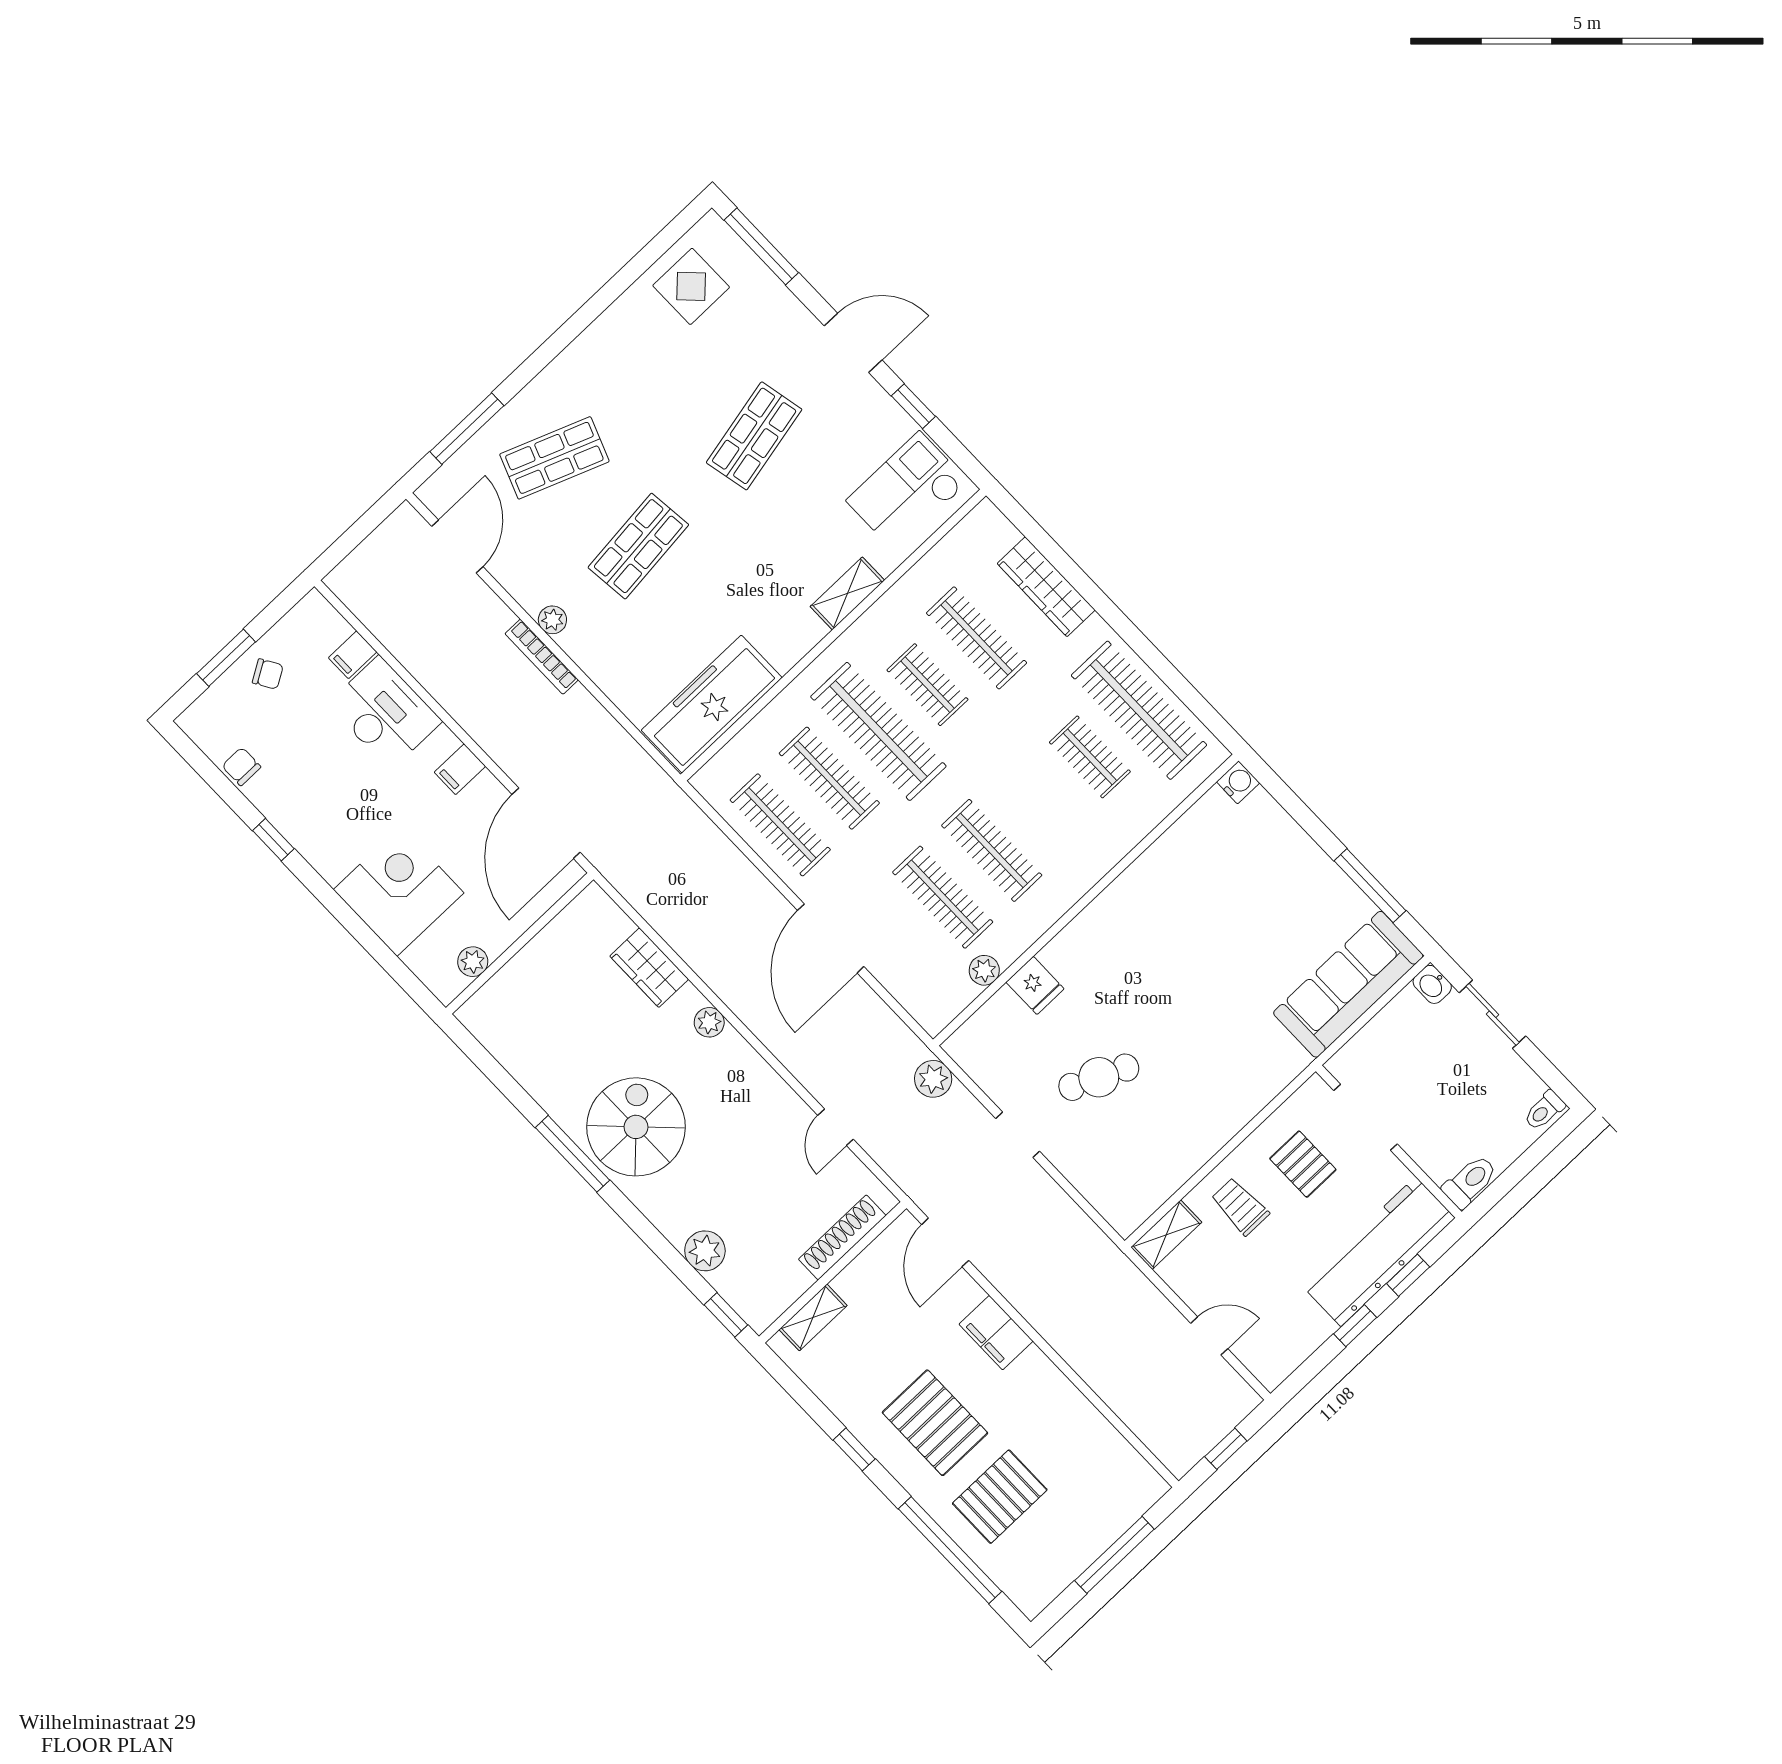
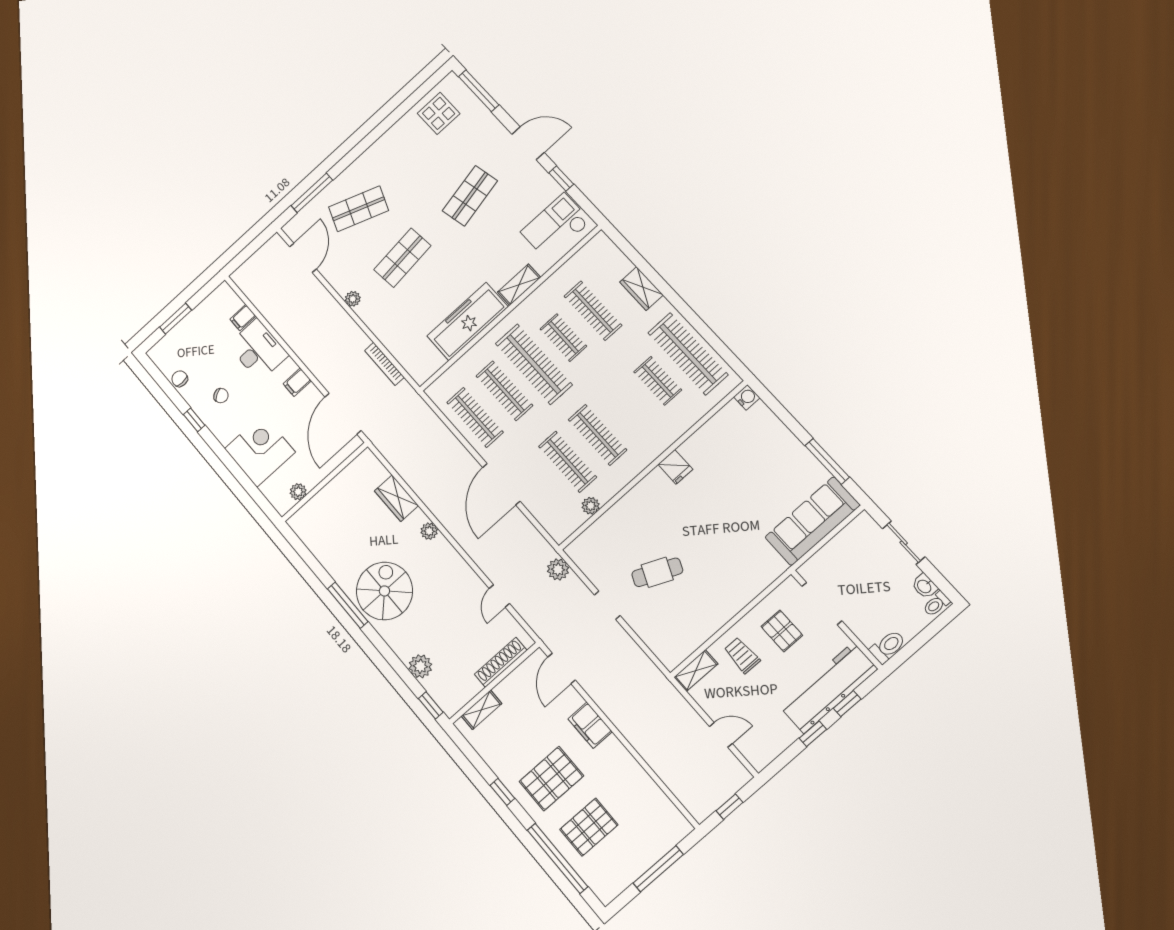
wardrobe: (1046, 587) -> (641, 288), width x0.67
bookcase: (542, 657) -> (384, 364), moved
chair: (268, 674) -> (221, 396), moved
freezer: (712, 704) -> (467, 321), moved
washbasin: (1432, 984) -> (925, 586), moved
fridge: (1035, 985) -> (675, 467), moved
pallet: (935, 1423) -> (551, 779), turned 90

